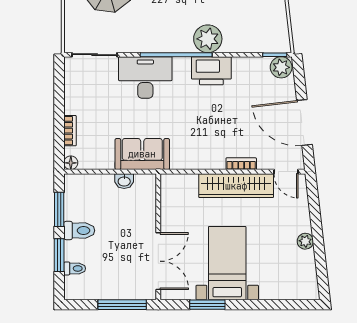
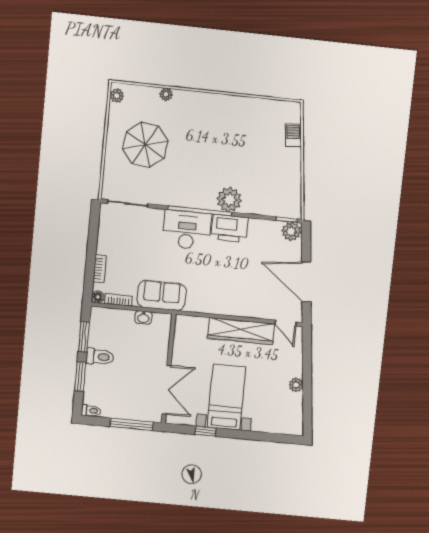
desk: (145, 77) -> (187, 230), moved
bookcase: (241, 164) -> (119, 300), moved
toilet: (75, 268) -> (91, 411), moved
window: (207, 305) -> (206, 431), width x0.67

